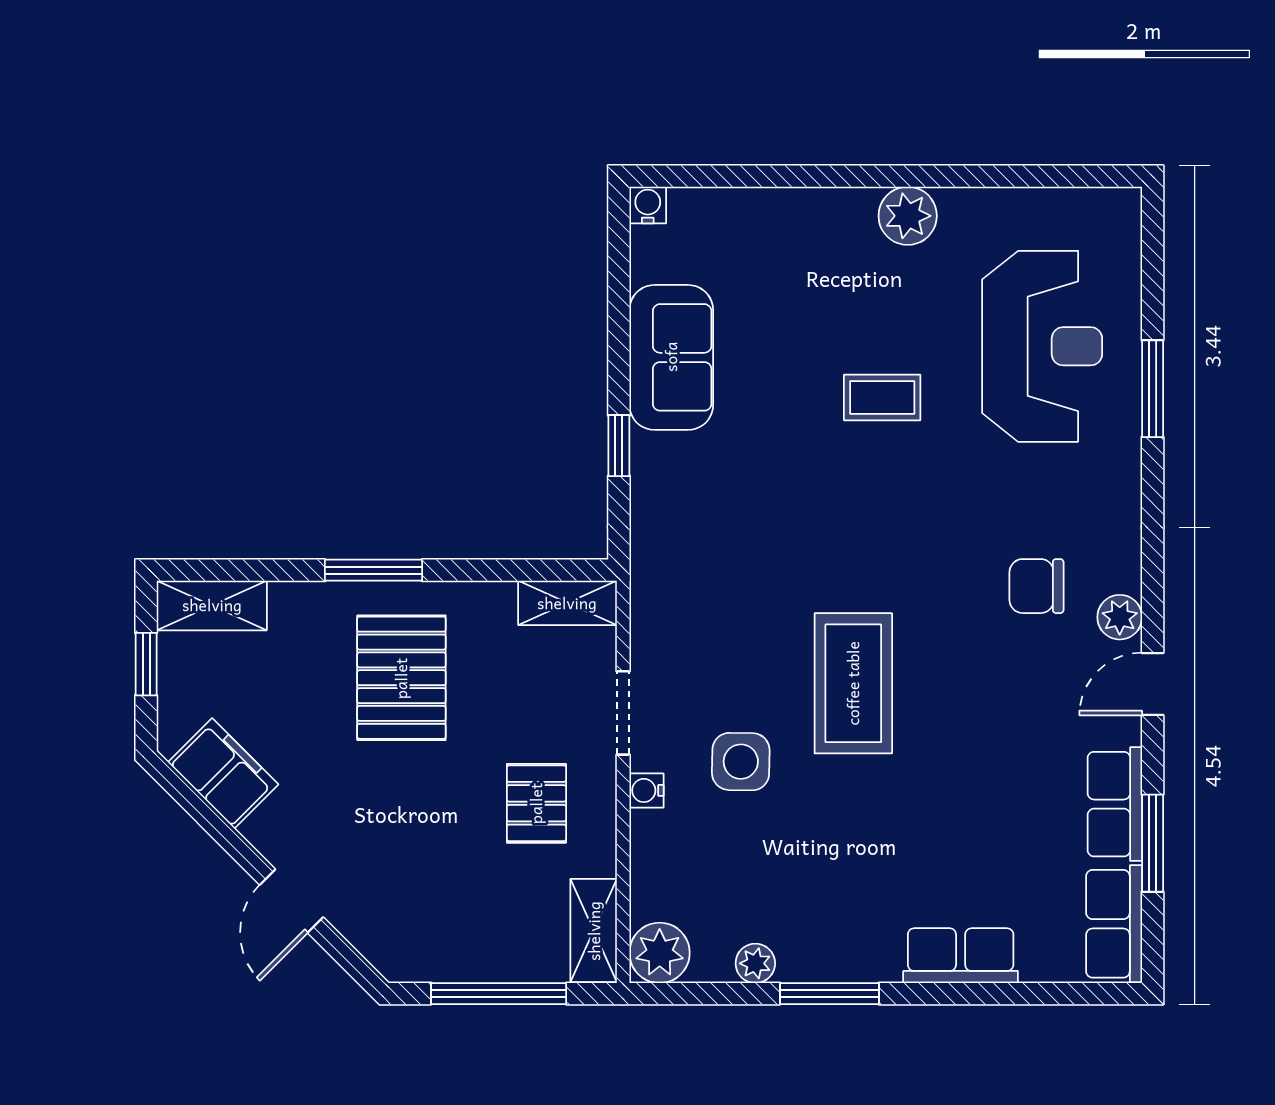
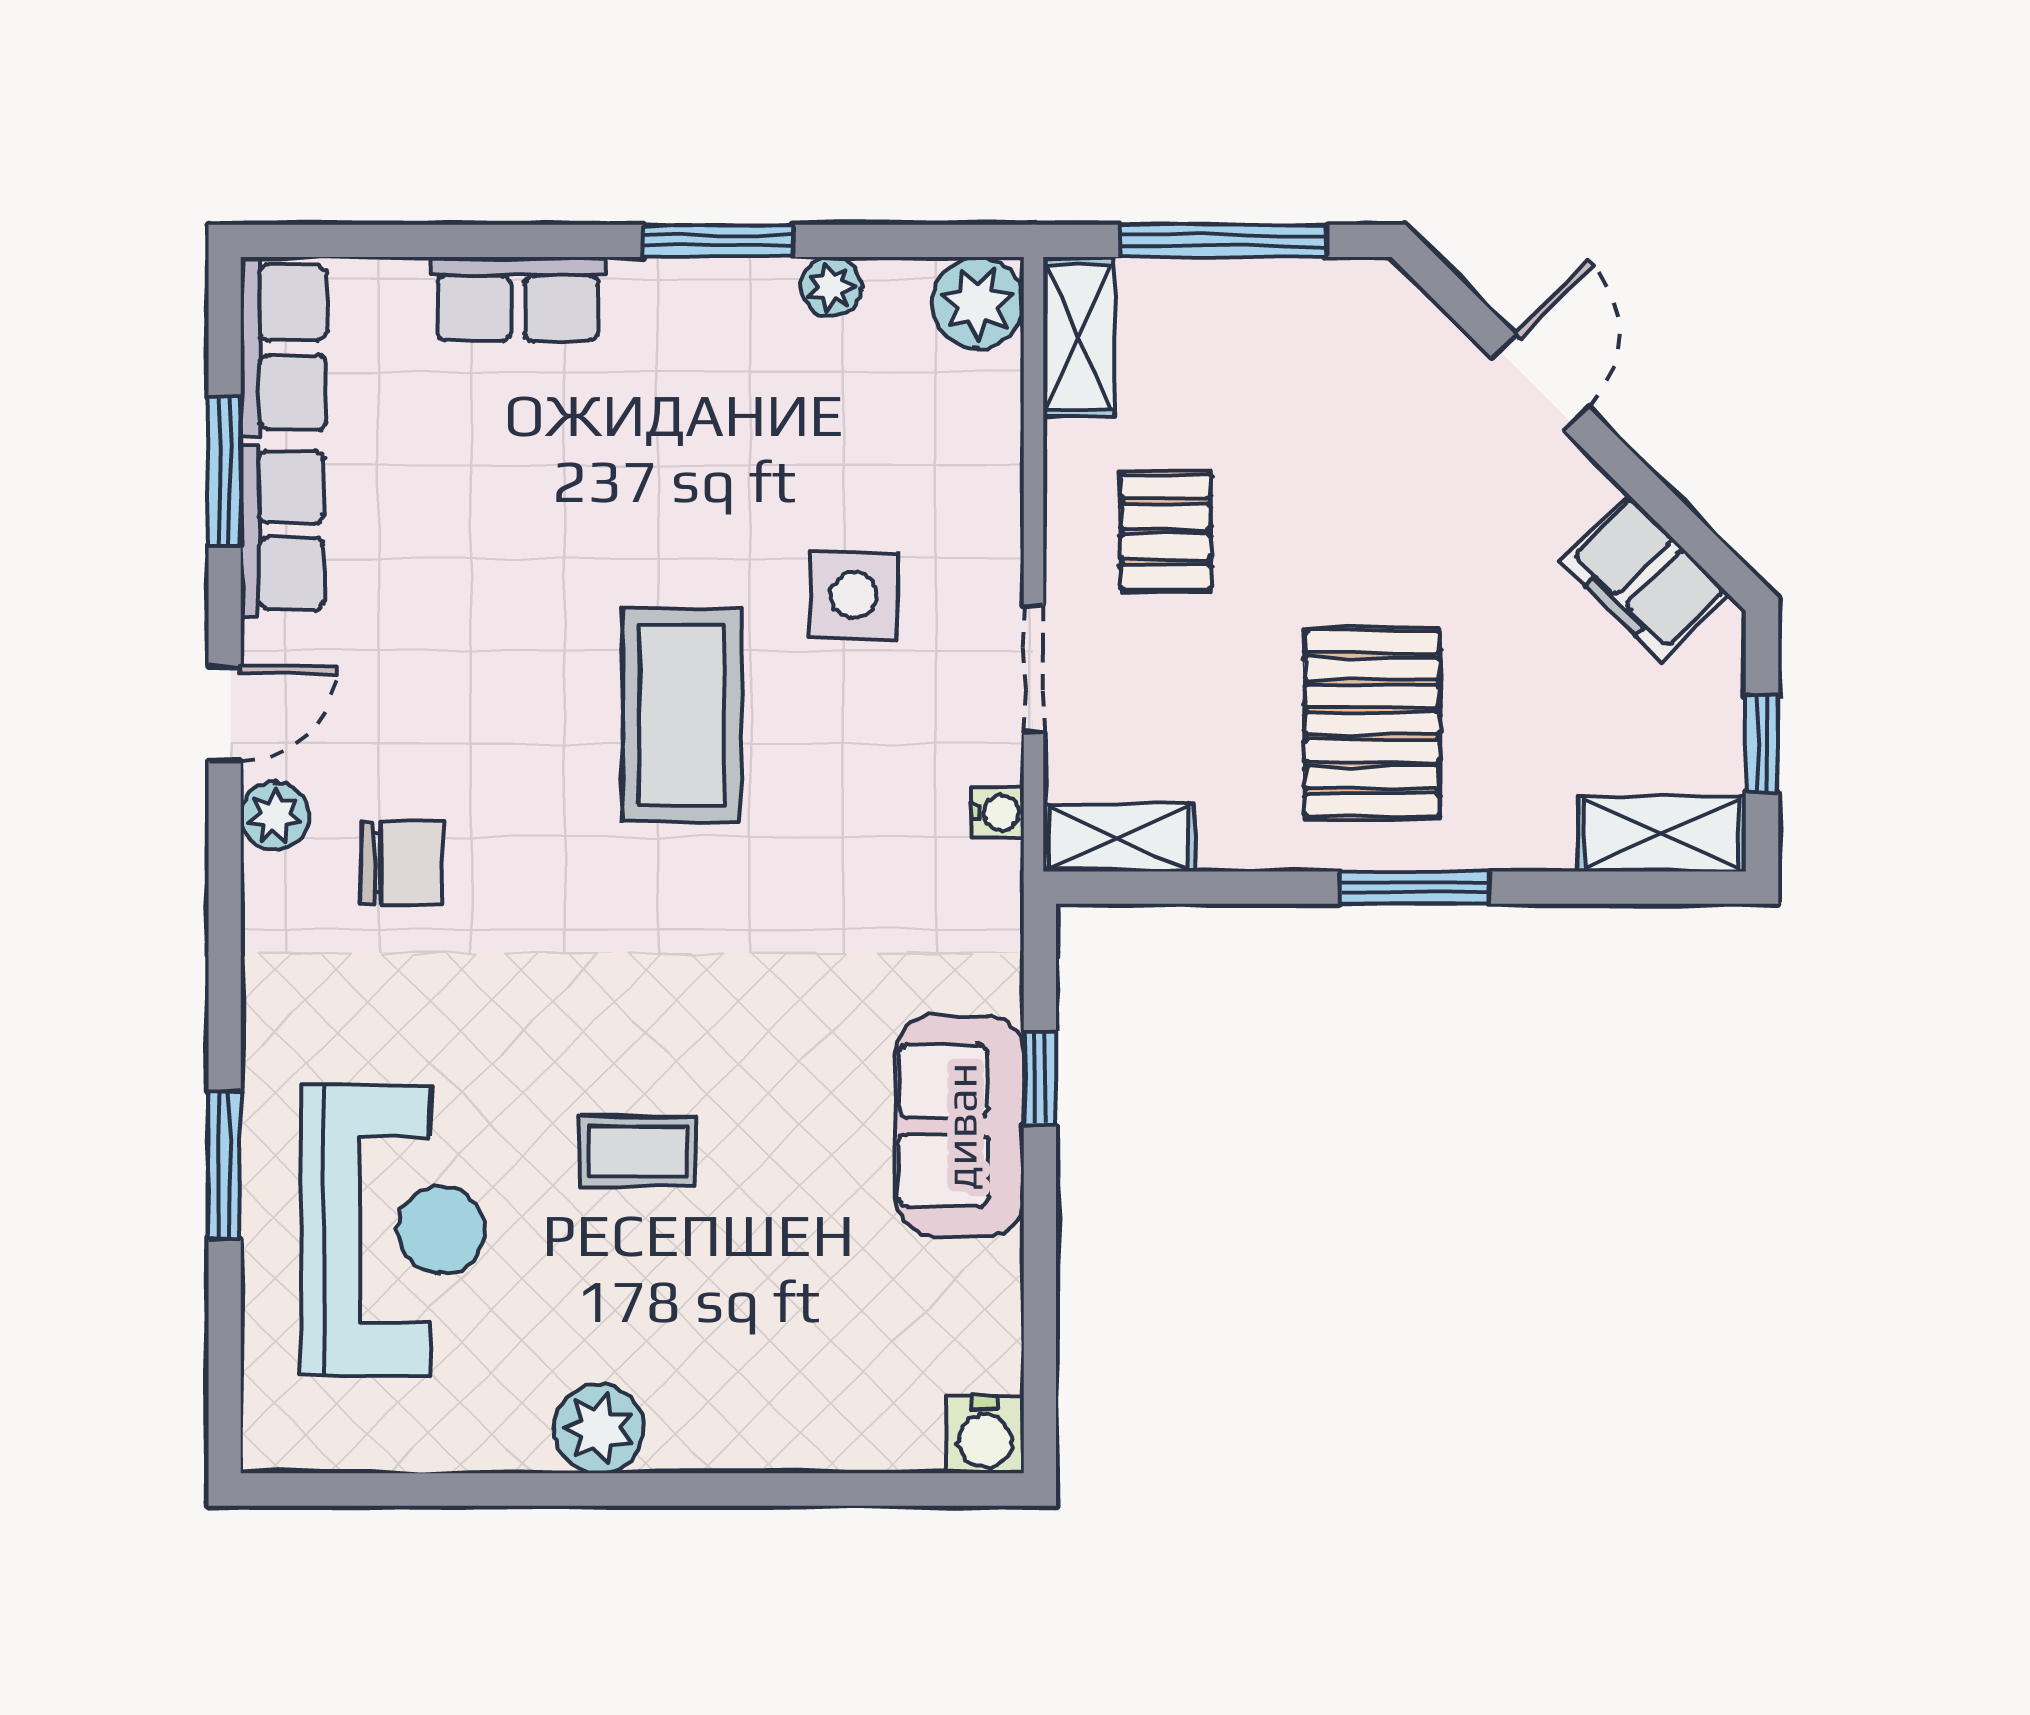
water cooler: (648, 205) -> (985, 1435), width x1.38, depth x1.38
reception desk: (1042, 346) -> (393, 1230), turned 180
sofa: (671, 357) -> (960, 1126), moved
water cooler: (647, 790) -> (998, 813), moved

